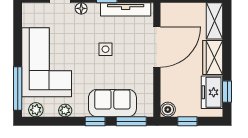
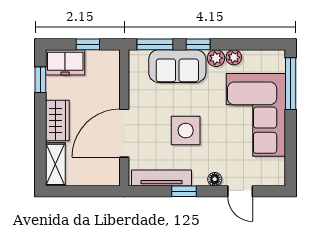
side table: (105, 49) -> (186, 131), width x1.87, depth x1.87
freezer: (212, 92) -> (65, 62), moved, turned 90
plant: (36, 110) -> (216, 58), moved
boiler: (168, 110) -> (111, 58), removed

